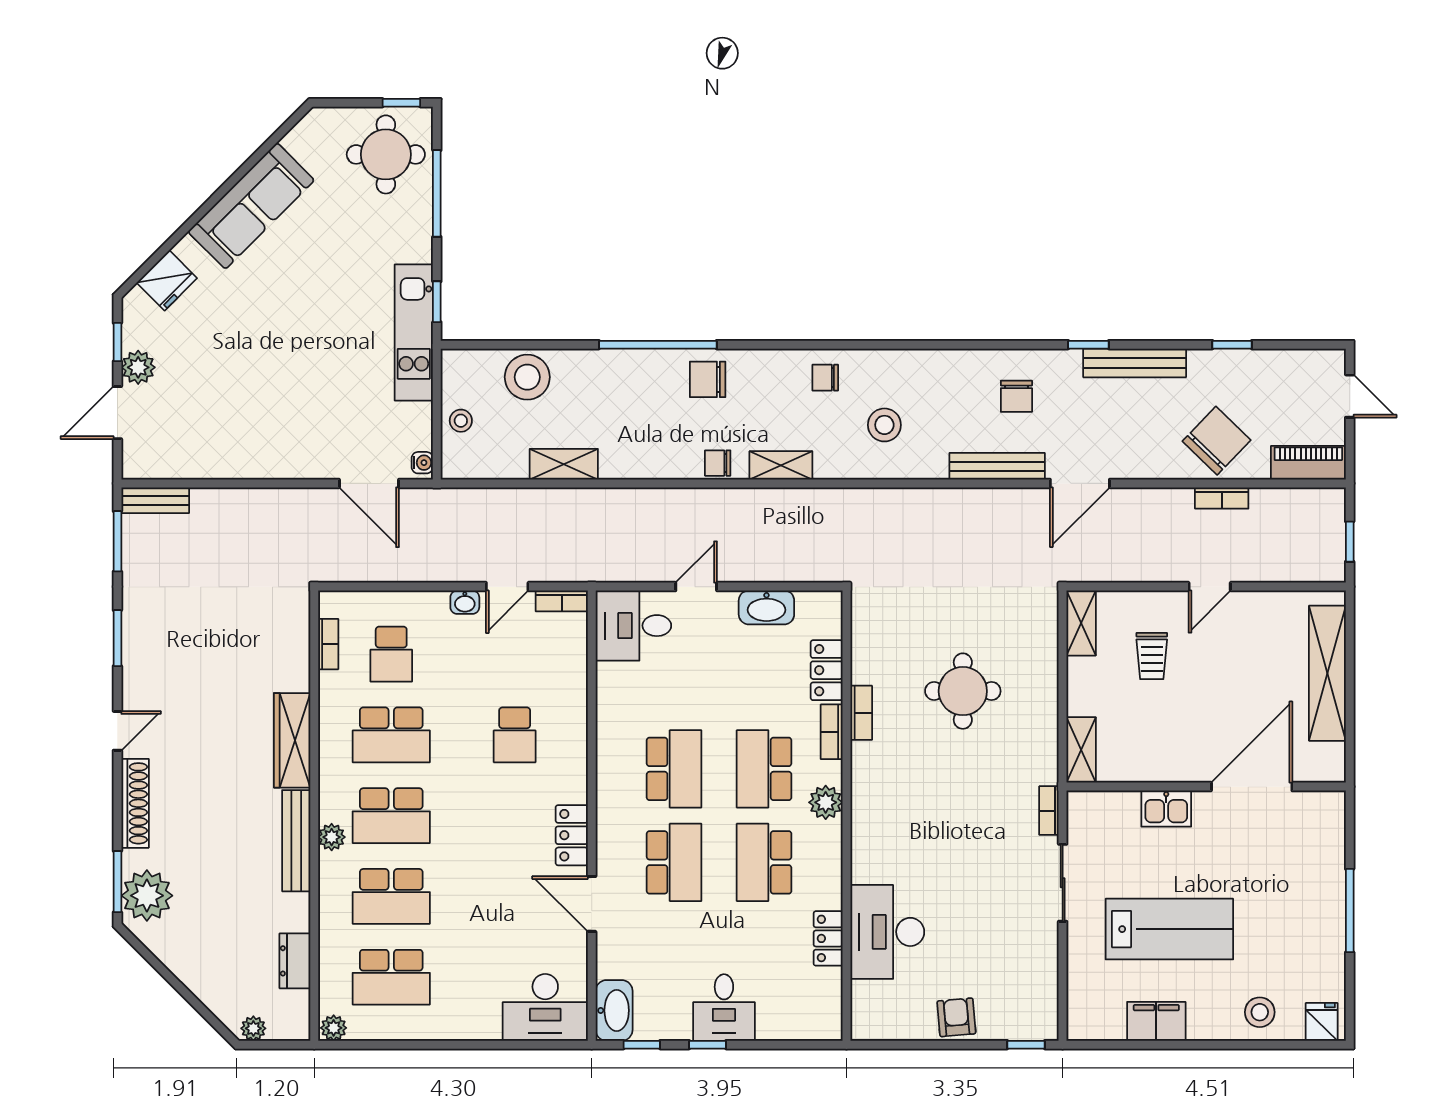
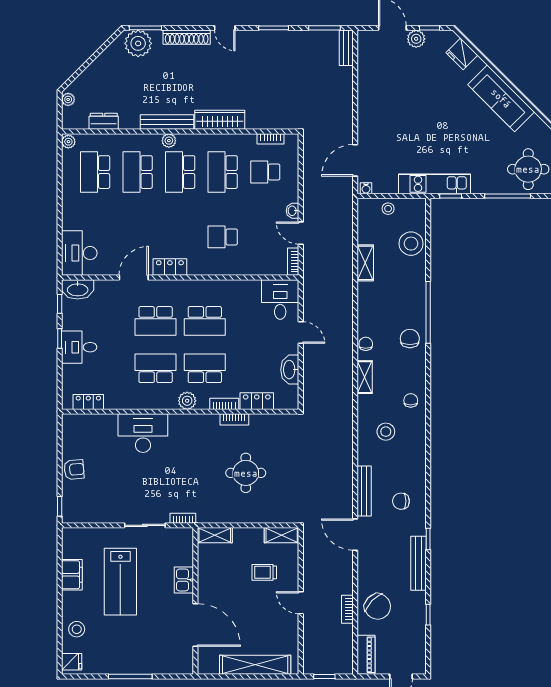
desk: (887, 932) -> (143, 433), moved
locker: (828, 938) -> (88, 402), moved

